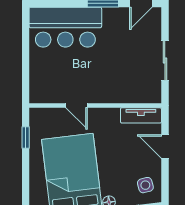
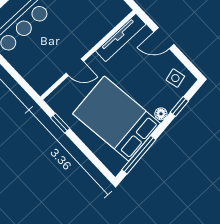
tv unit: (141, 115) -> (121, 37), width x1.41

